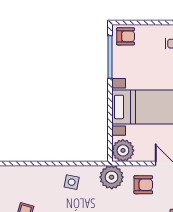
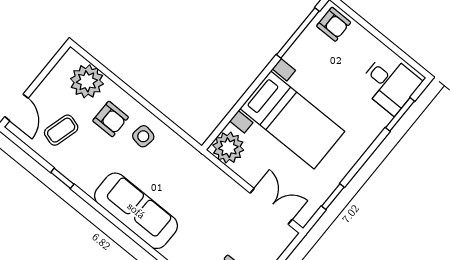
plant: (112, 177) -> (87, 81), moved
armchair: (143, 185) -> (111, 119), moved

